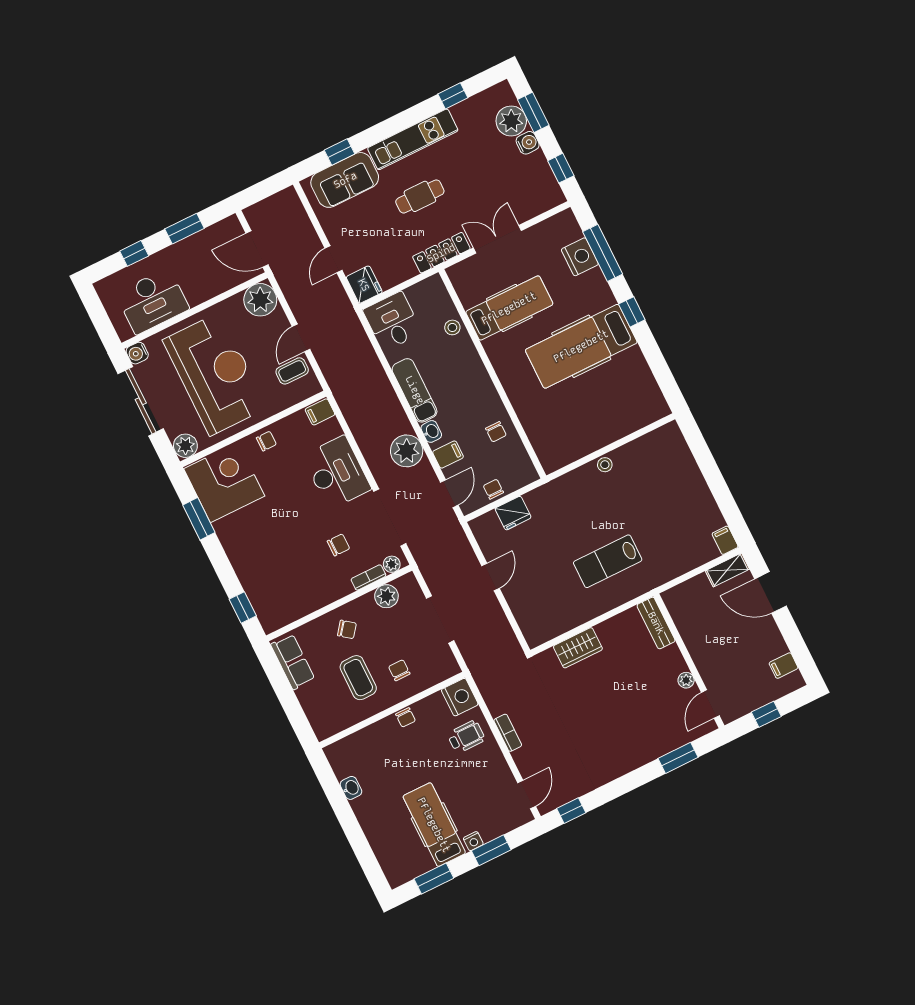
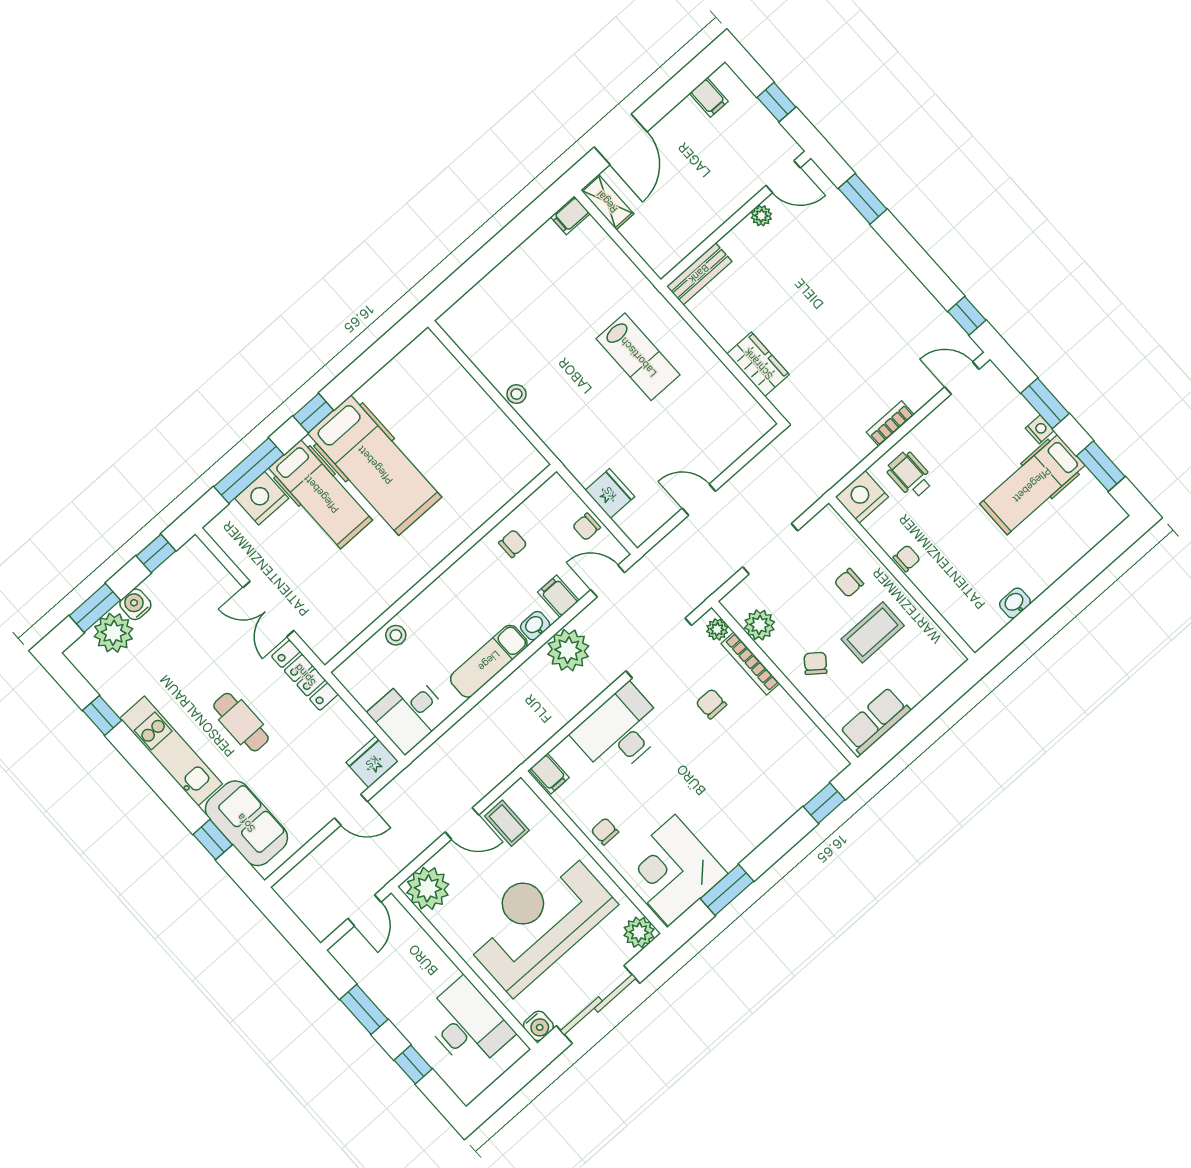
door: (257, 249) -> (365, 910), width x0.73
hospital bed: (509, 308) -> (321, 494), moved, turned 180
bookcase: (368, 577) -> (750, 664), width x1.56

